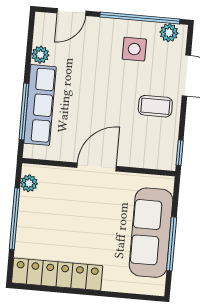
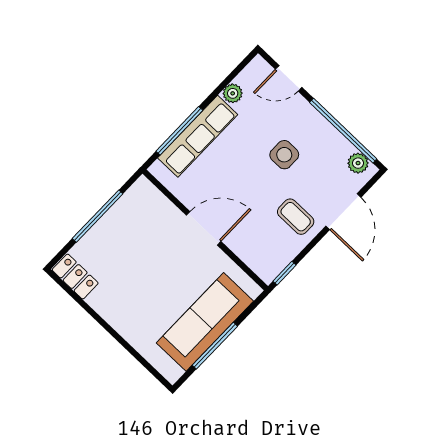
side table: (134, 49) -> (284, 155), moved
plant: (29, 183) -> (134, 196), removed
locker: (57, 274) -> (75, 276), width x0.46, depth x0.83

